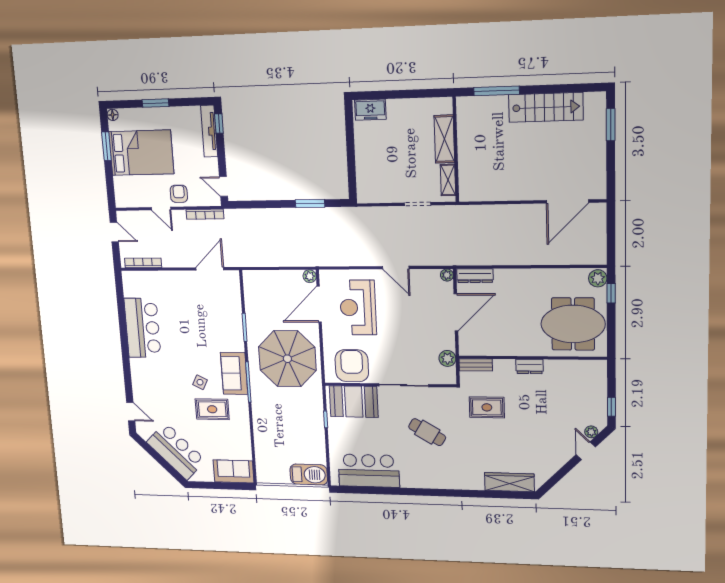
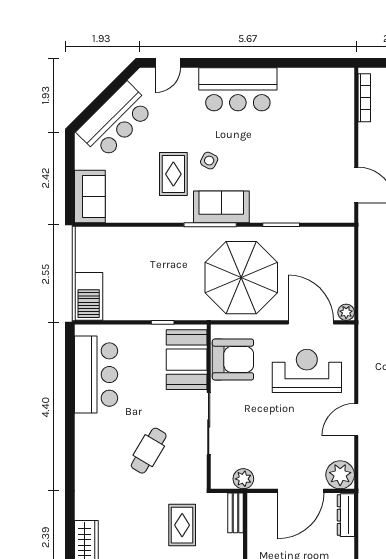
plant: (447, 275) -> (340, 475), width x1.87, depth x1.87
door: (456, 312) -> (301, 491), hinge flipped
bar counter: (143, 328) -> (238, 89), moved

